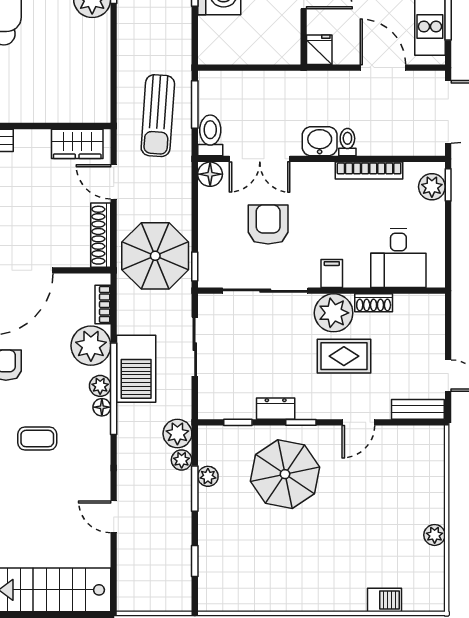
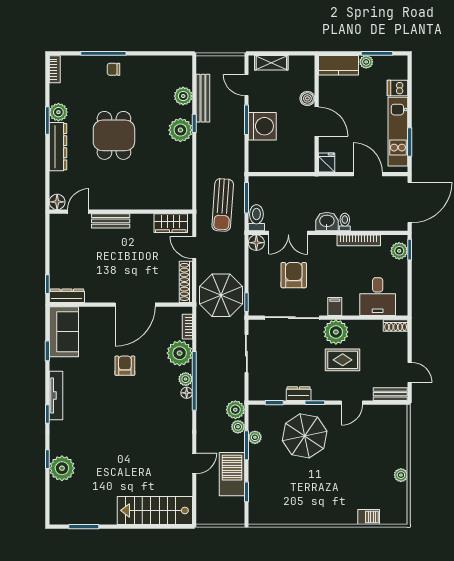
shoe rack: (374, 303) -> (396, 326), moved
barbecue: (136, 369) -> (232, 474), moved, turned 180
coffee table: (37, 439) -> (145, 413), removed
door: (114, 517) -> (194, 463), swing flipped

